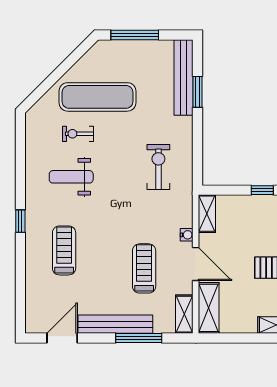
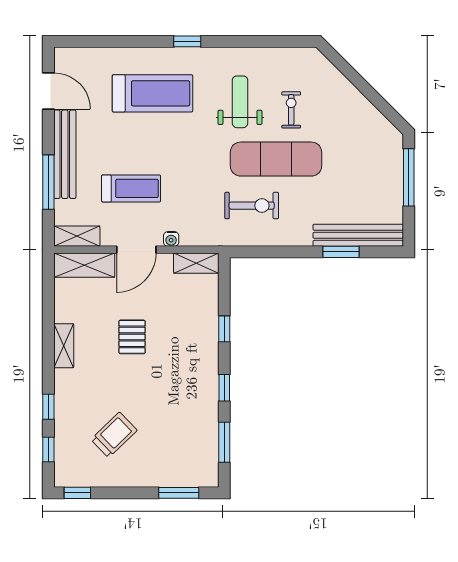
exercise mat: (98, 97) -> (276, 159), moved, turned 90
treadmill: (64, 250) -> (152, 93), width x1.37, depth x1.38

